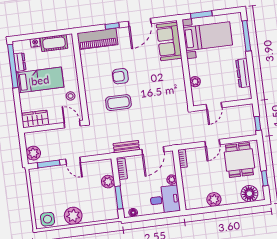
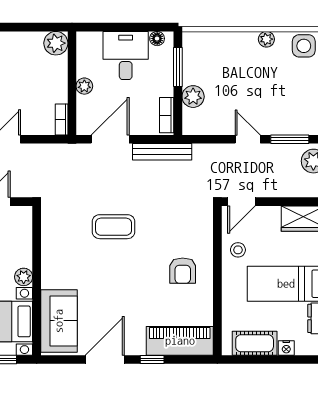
armchair: (120, 76) -> (183, 271), moved, turned 90
plant: (195, 82) -> (24, 277), moved
coffee table: (118, 103) -> (114, 227), moved
door: (72, 124) -> (241, 202), hinge flipped
bench: (126, 147) -> (162, 152), width x1.36
plant: (214, 199) -> (56, 43), moved
desk: (165, 200) -> (126, 56), moved, turned 90
plant: (73, 216) -> (266, 39), width x0.53, depth x0.53

